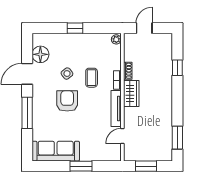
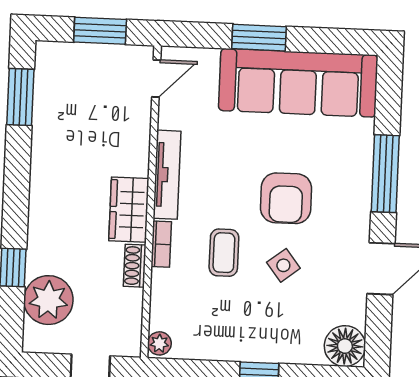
floor lamp: (40, 54) -> (345, 346), moved
plant: (162, 55) -> (48, 300), added
door: (122, 136) -> (156, 79), moved
sofa: (56, 151) -> (298, 83), width x1.36, depth x1.27

